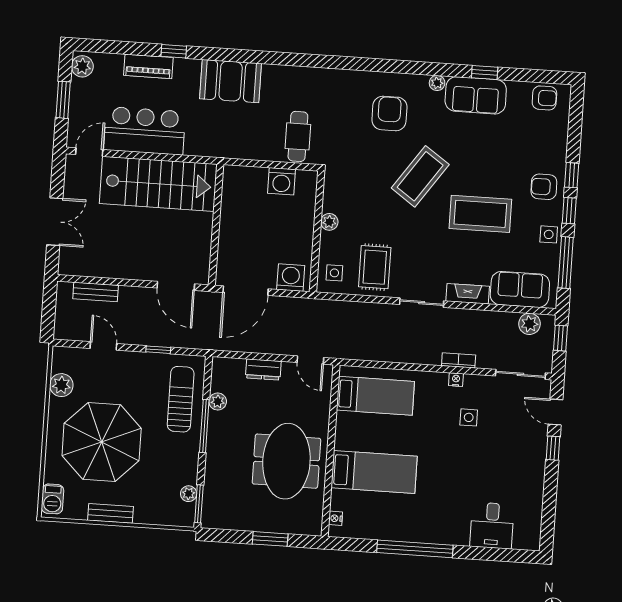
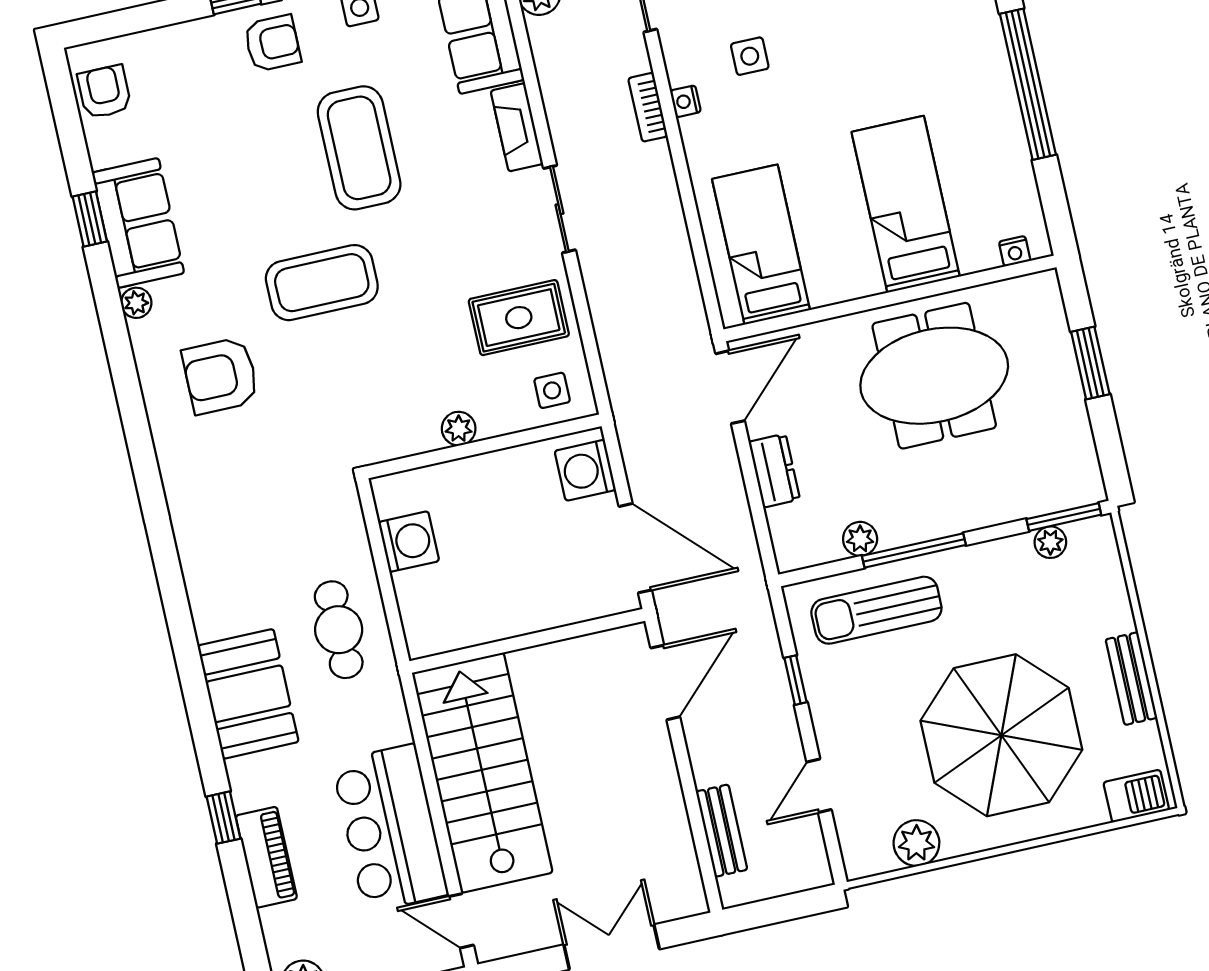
cafe table: (298, 136) -> (339, 630), moved, turned 90
coffee table: (420, 176) -> (322, 283), turned -35
armchair: (544, 187) -> (272, 43), turned -90
door: (310, 360) -> (730, 387), width x1.38

